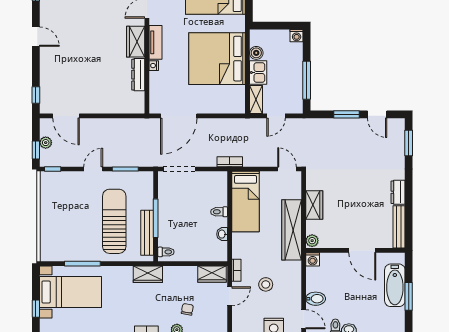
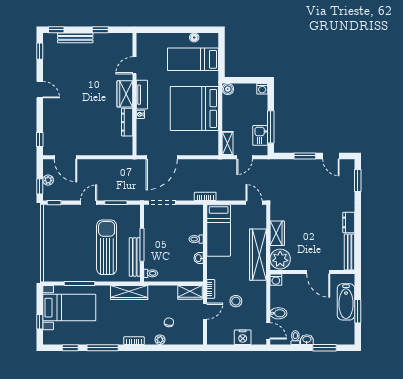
boiler: (256, 53) -> (228, 89), moved
kitchen sink: (258, 72) -> (260, 135), moved, turned 180
plant: (312, 241) -> (280, 259), width x1.87, depth x1.87
wardrobe: (148, 274) -> (129, 292), width x1.50

